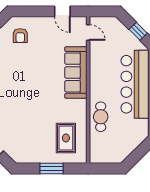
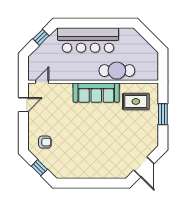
sofa: (76, 72) -> (96, 93), moved
cafe table: (101, 117) -> (117, 71), width x1.37, depth x1.35

